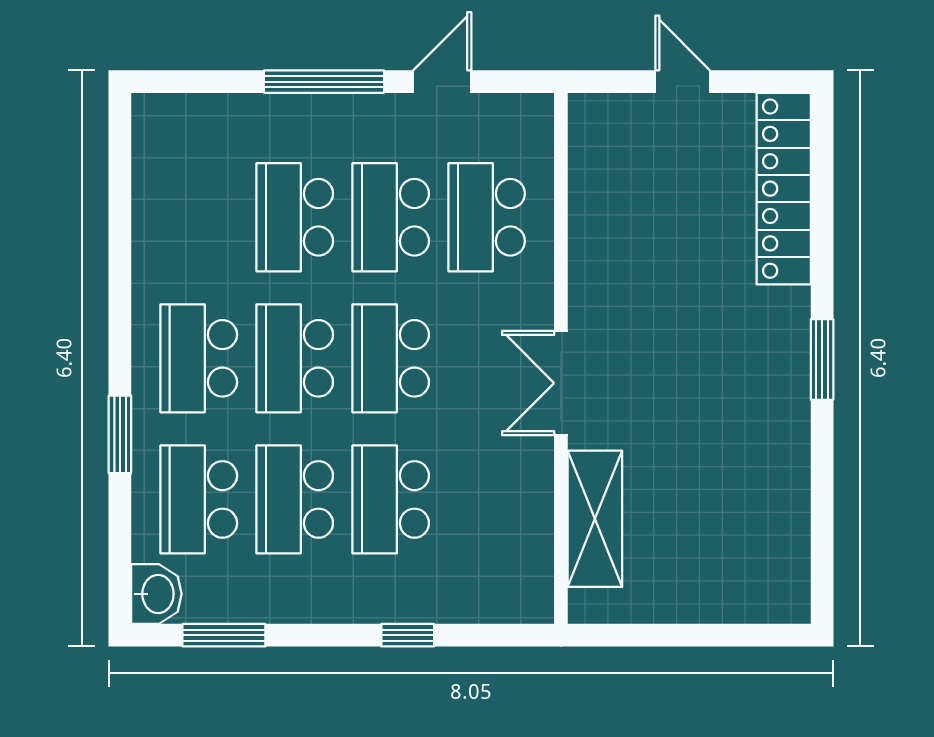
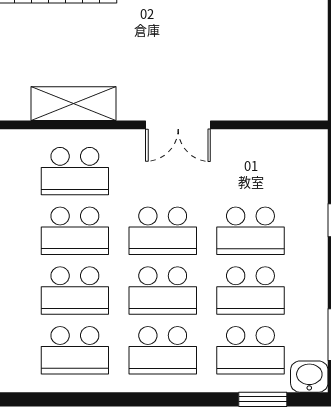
school desk: (199, 217) -> (75, 350), added
window: (120, 434) -> (263, 399), moved
shelving: (595, 519) -> (74, 104), moved

